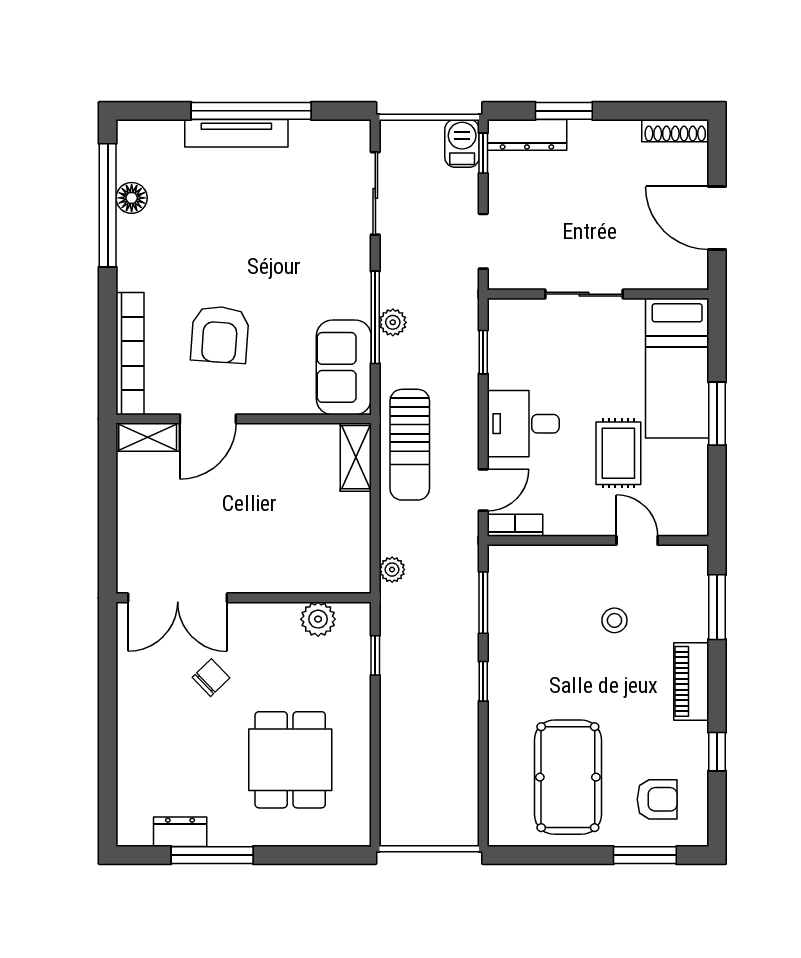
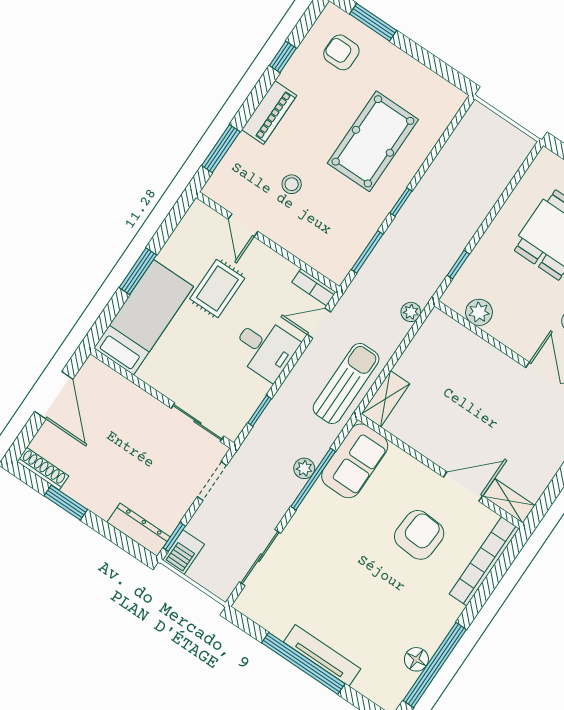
window: (564, 111) -> (66, 503), moved
sliding door: (584, 294) -> (197, 422), moved
pool table: (568, 777) -> (373, 141), moved

